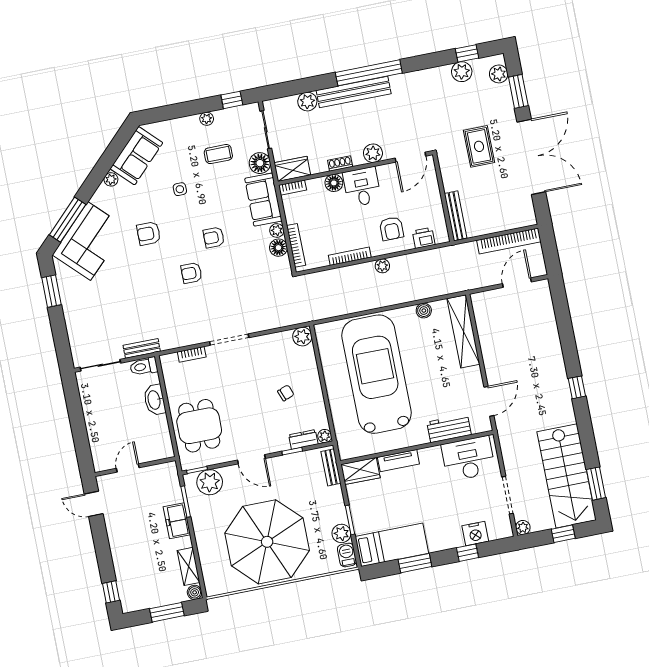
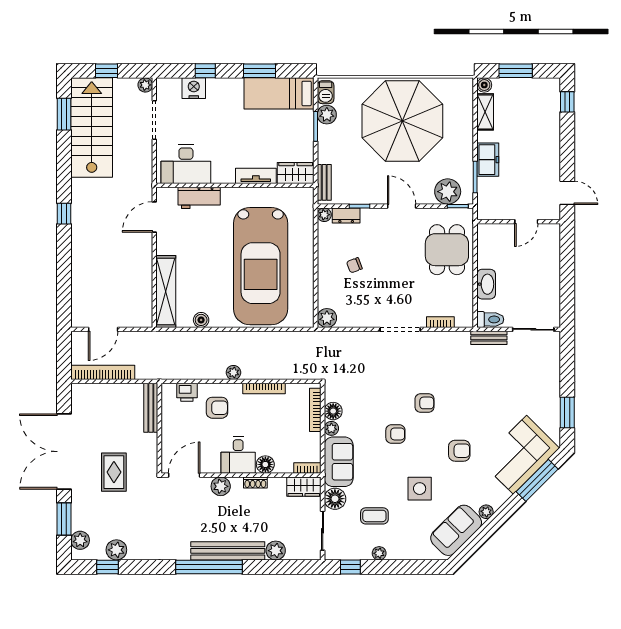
side table: (180, 189) -> (420, 489), width x1.87, depth x1.87
armchair: (392, 229) -> (217, 408), turned 90

